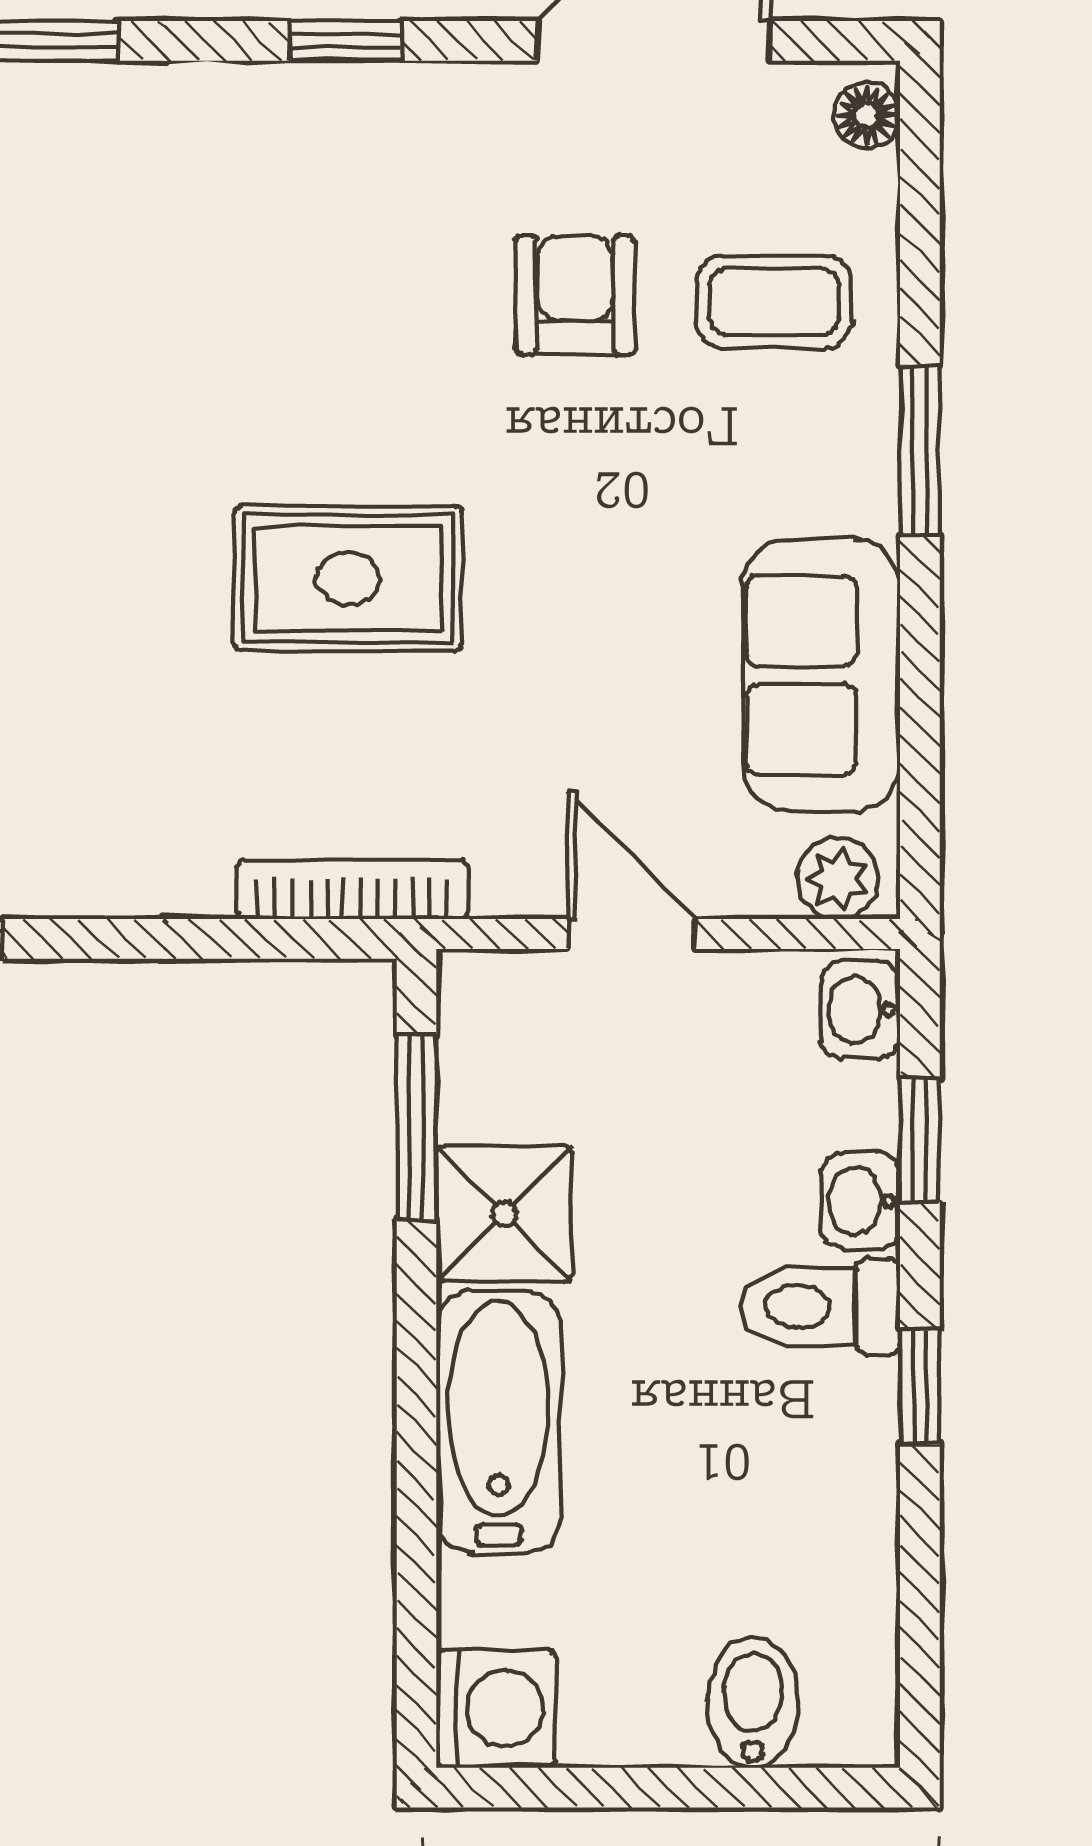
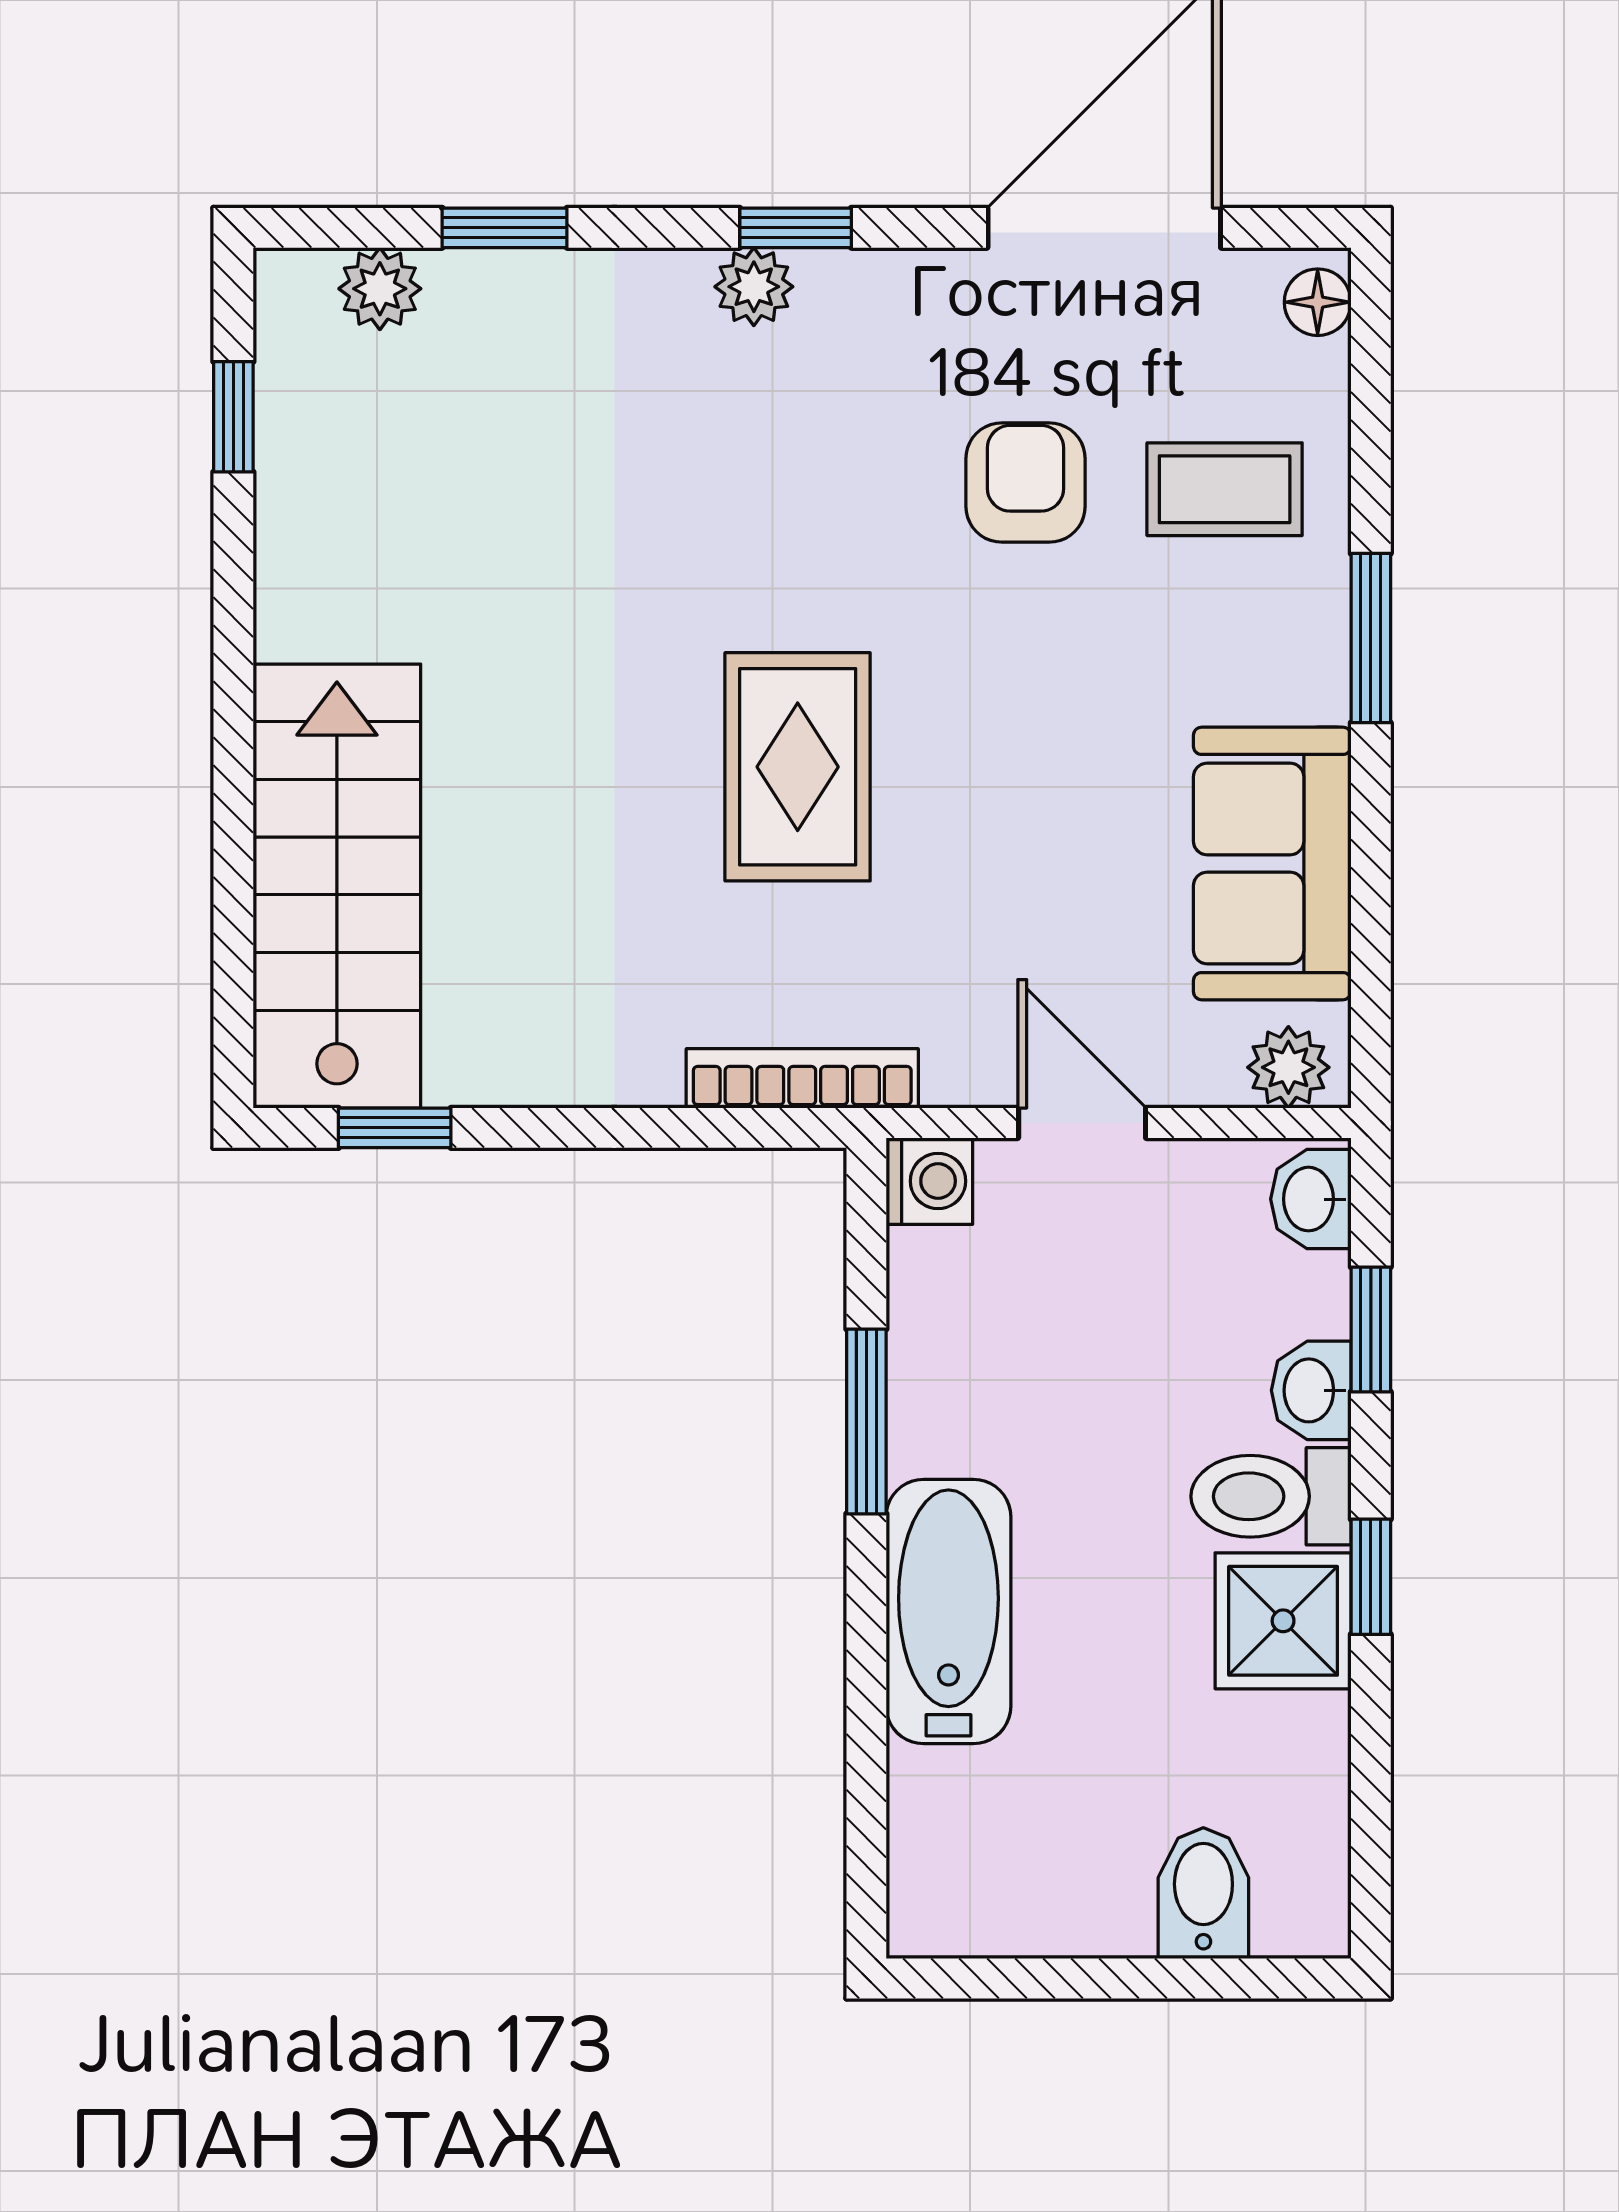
plant: (304, 100) -> (754, 287), added
rug: (348, 579) -> (798, 767), turned 90
window: (416, 1127) -> (866, 1421), moved
shower: (504, 1214) -> (1283, 1621), moved
washing machine: (496, 1709) -> (929, 1181), moved, width x0.73, depth x0.73

